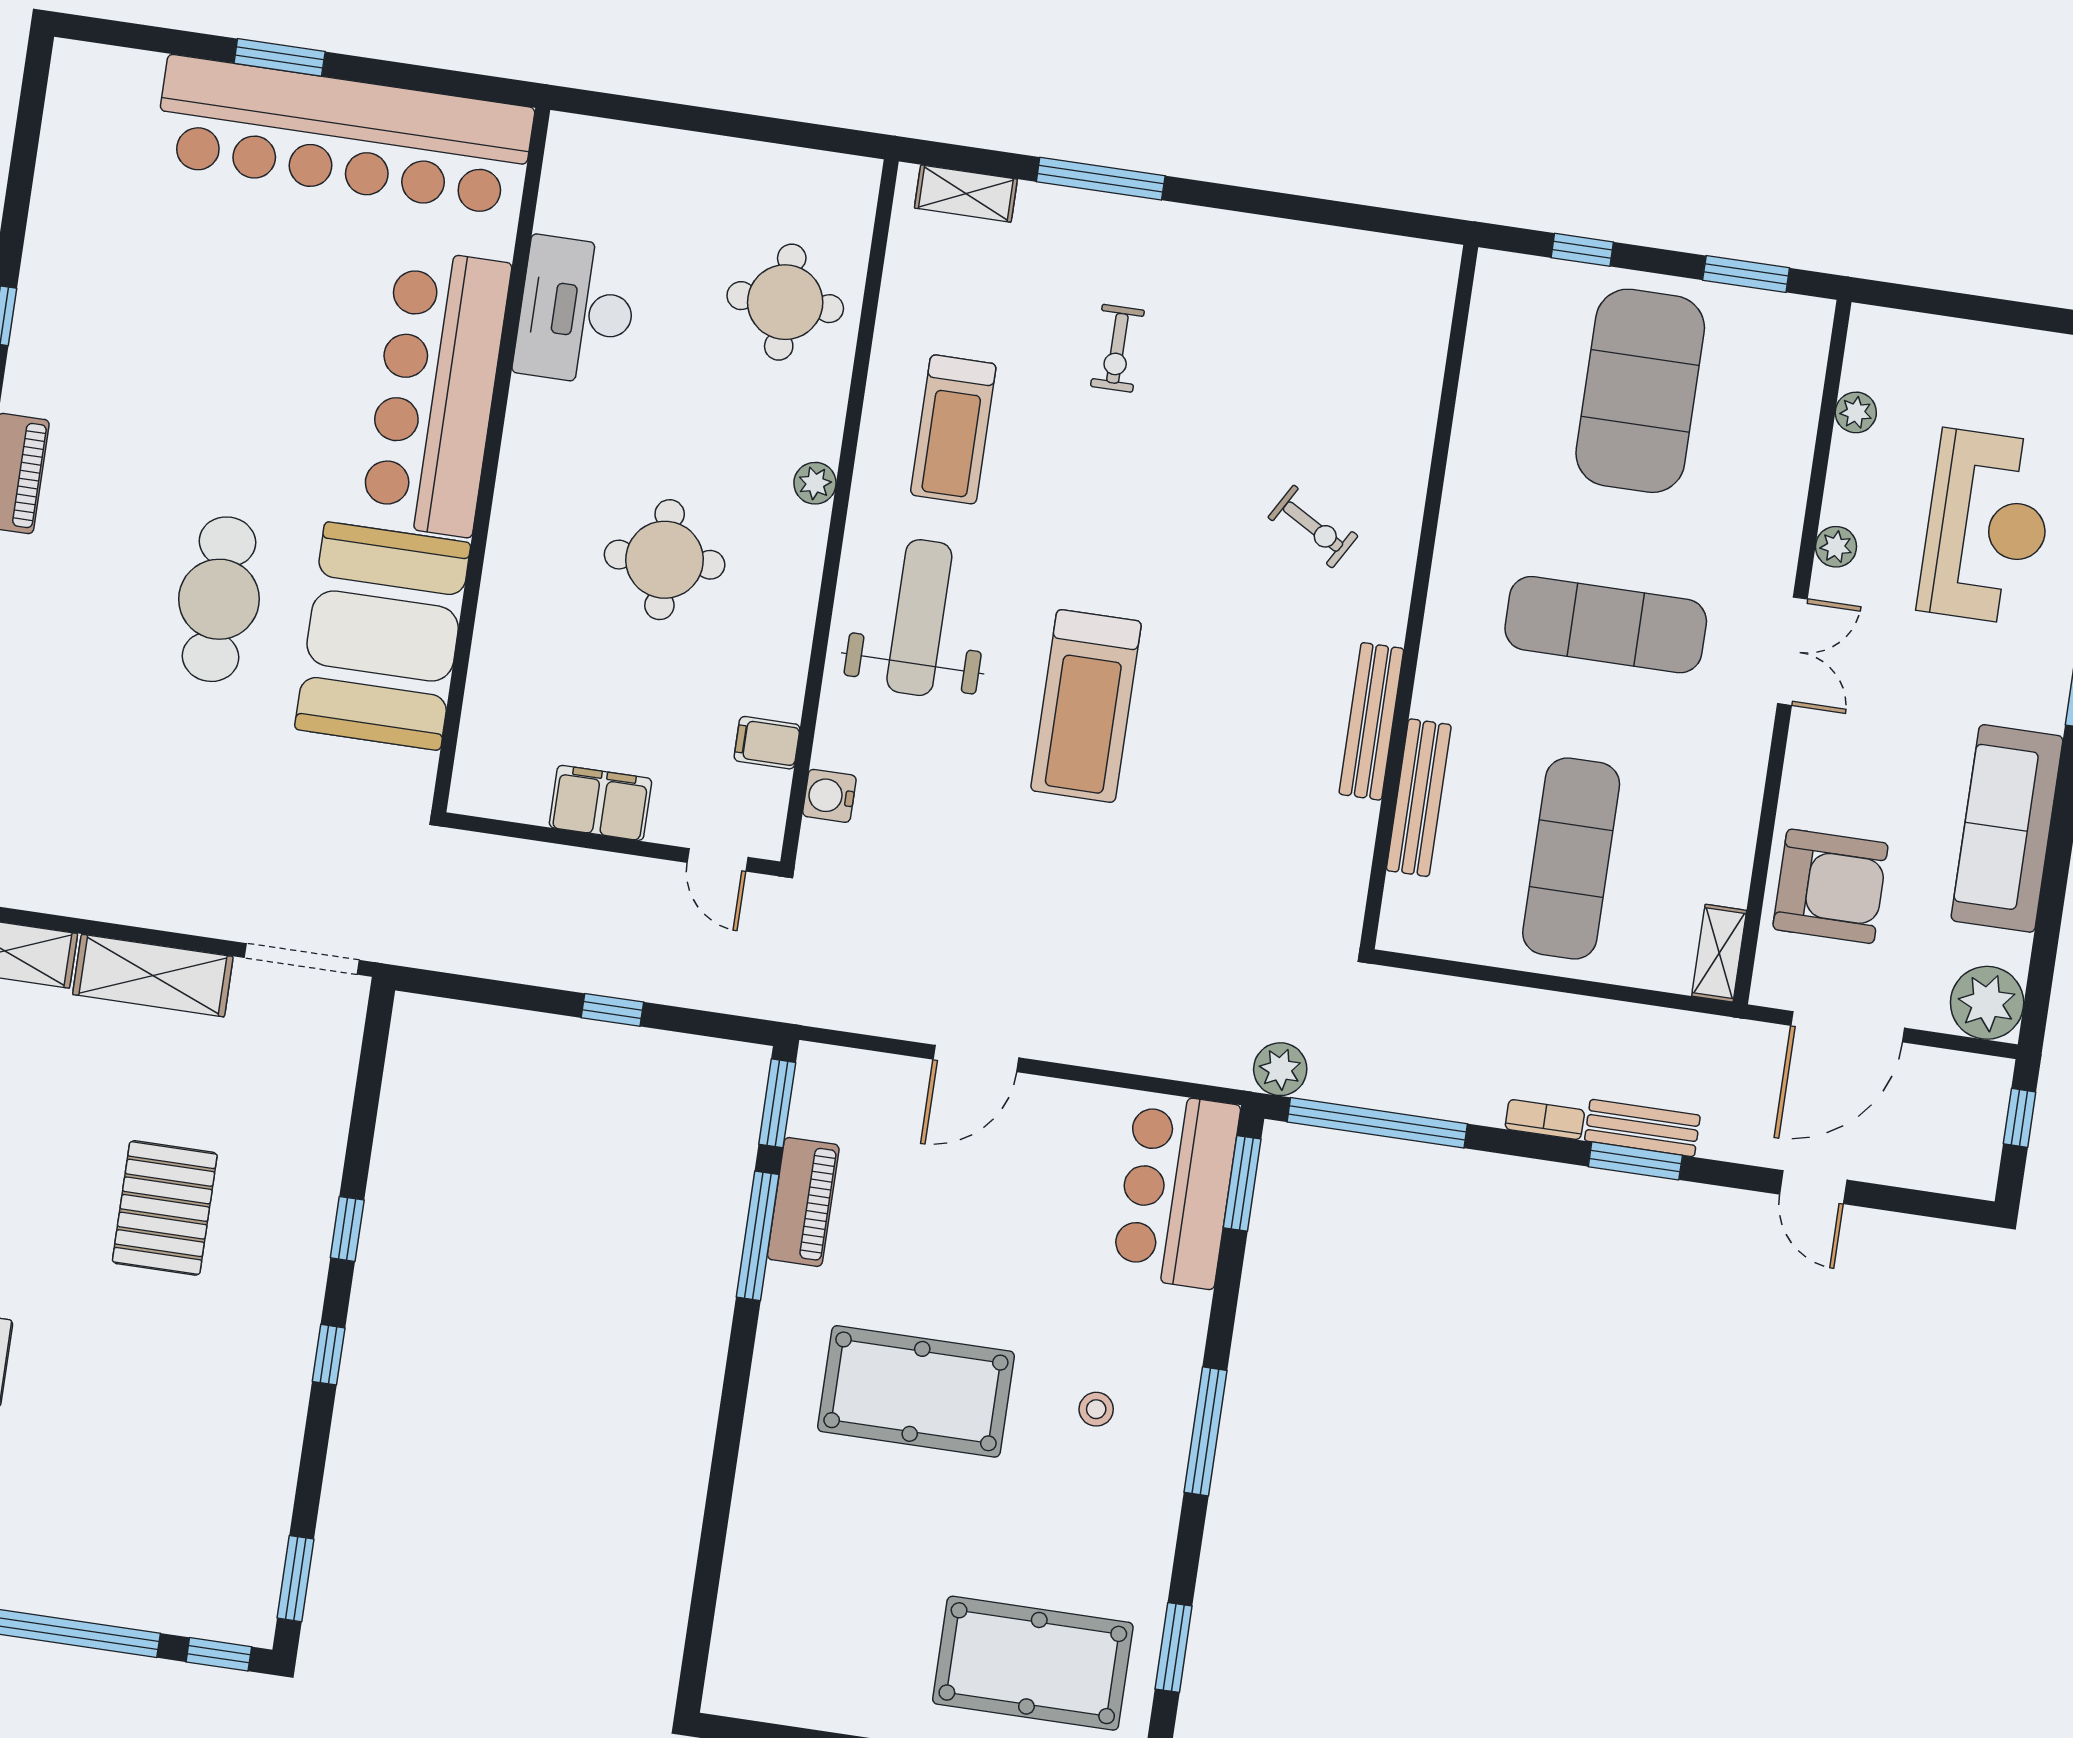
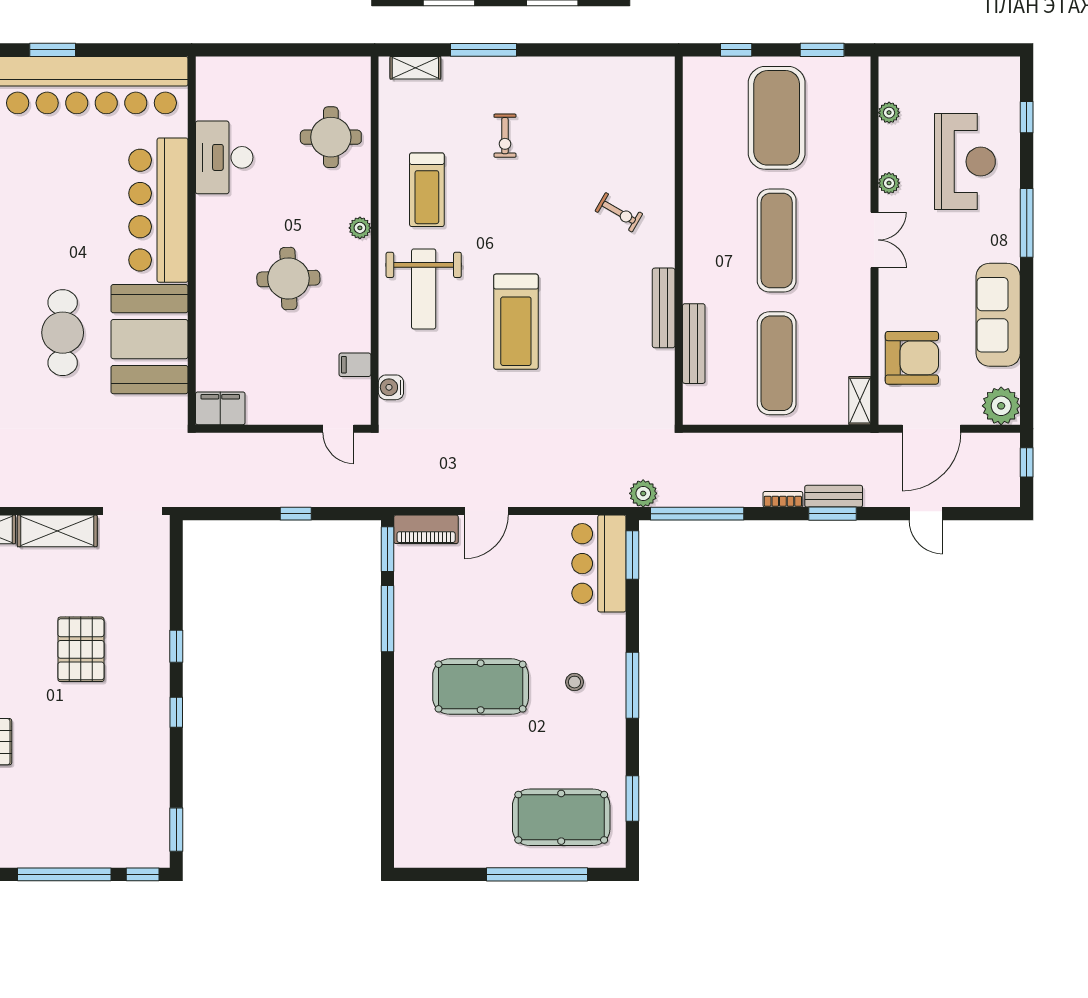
weight bench: (919, 618) -> (424, 289), turned 180
exercise mat: (1606, 625) -> (777, 241), turned 90
filing cabinet: (600, 803) -> (220, 408), moved
piano: (803, 1202) -> (426, 529), moved, turned 90

